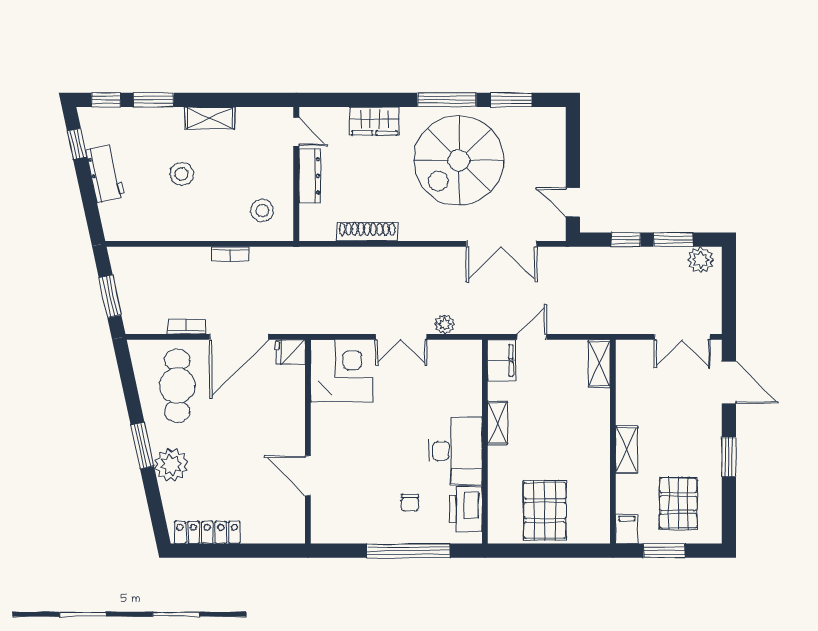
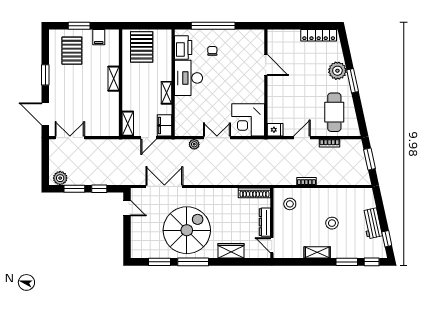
shoe rack: (367, 232) -> (254, 193), moved
door: (239, 337) -> (302, 138), width x0.53
shelving: (599, 364) -> (128, 124), moved
wall: (613, 442) -> (121, 83), moved
shelving: (626, 450) -> (114, 79), moved

